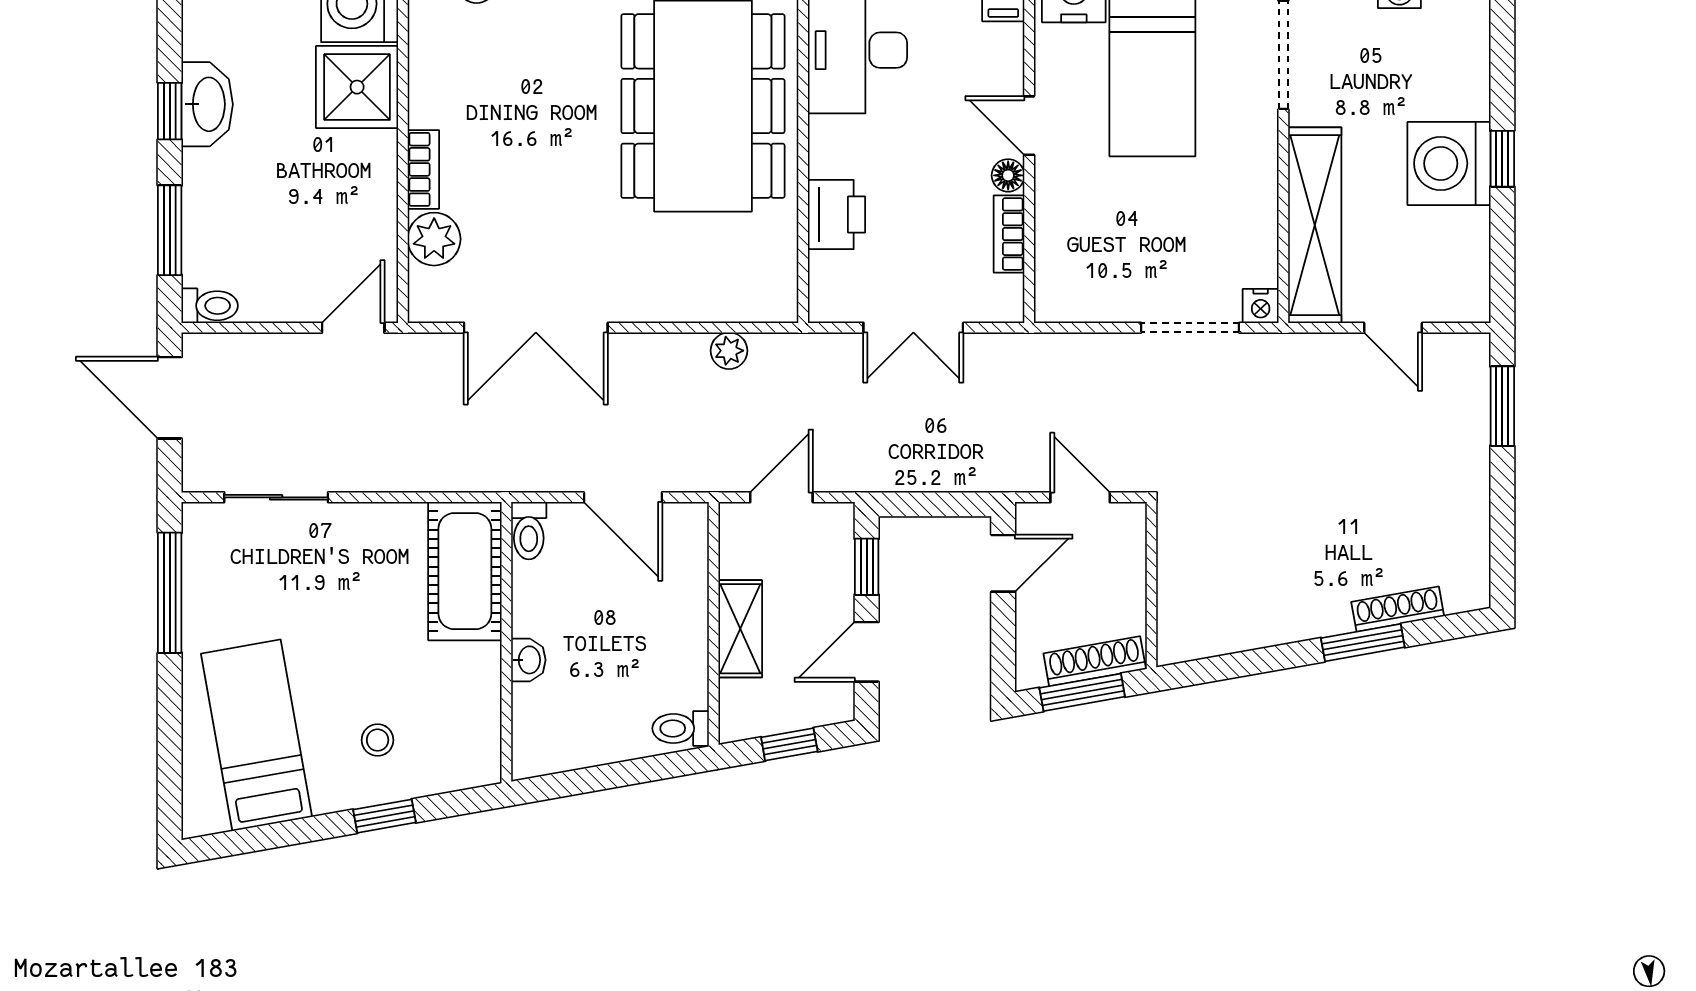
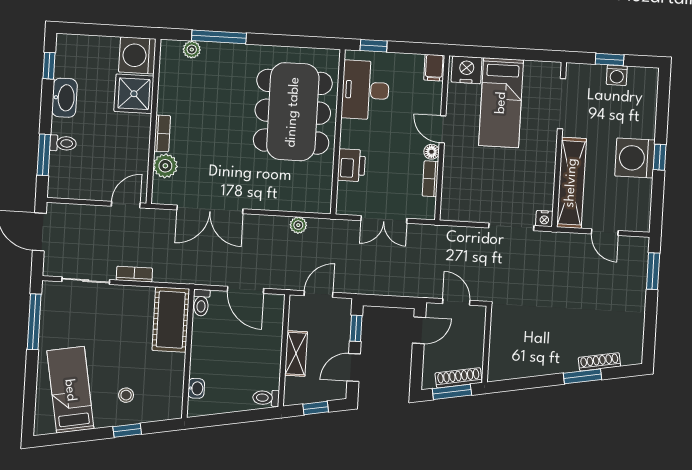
window: (170, 111) -> (49, 66), moved
toilet: (210, 306) -> (63, 143), moved
bookcase: (381, 477) -> (134, 274), added
washbasin: (528, 660) -> (196, 388), moved

